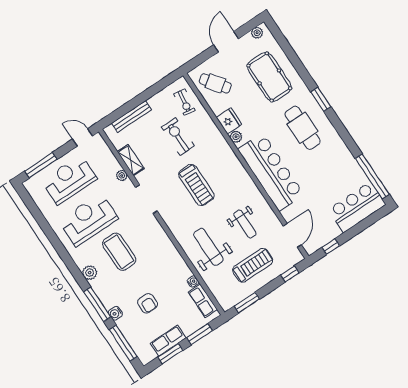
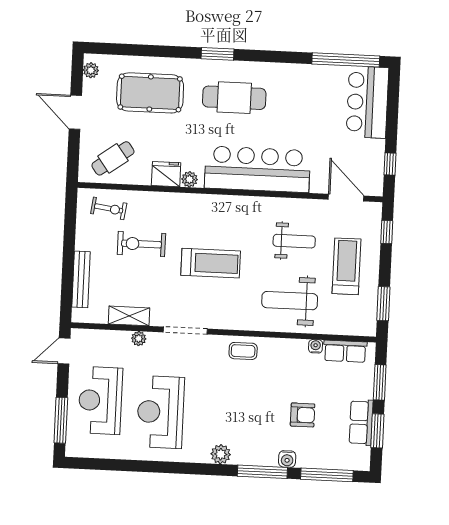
coffee table: (119, 252) -> (243, 351), moved, width x0.54, depth x0.58

